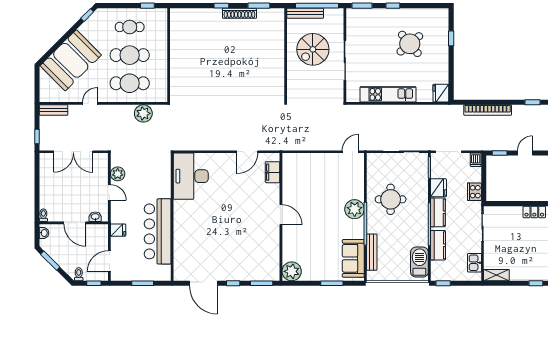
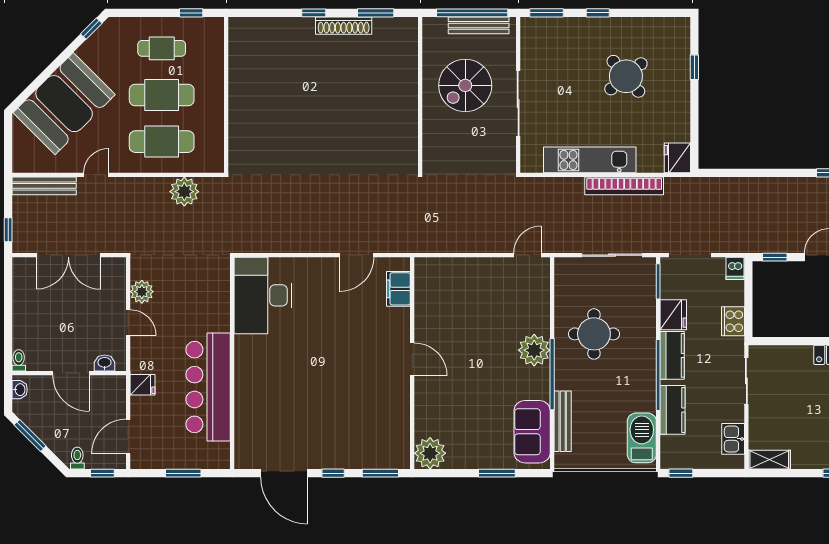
bench: (305, 13) -> (479, 25), moved
bench: (54, 110) -> (44, 186), width x1.36
bookcase: (488, 110) -> (624, 186), moved

